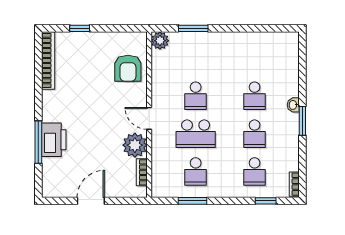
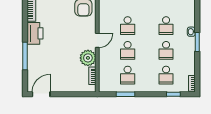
door: (149, 118) -> (97, 40), swing flipped
school desk: (196, 134) -> (128, 50), width x0.54
printer: (54, 140) -> (35, 33), moved
door: (91, 201) -> (41, 94), moved

